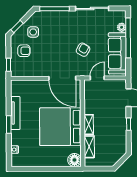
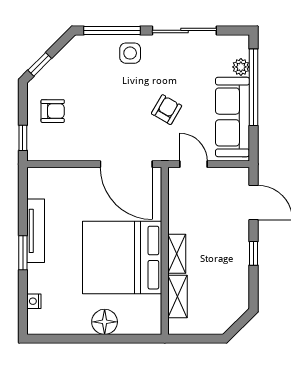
side table: (33, 32) -> (130, 53), moved
door: (97, 78) -> (194, 164), hinge flipped
floor lamp: (74, 160) -> (105, 322), moved

